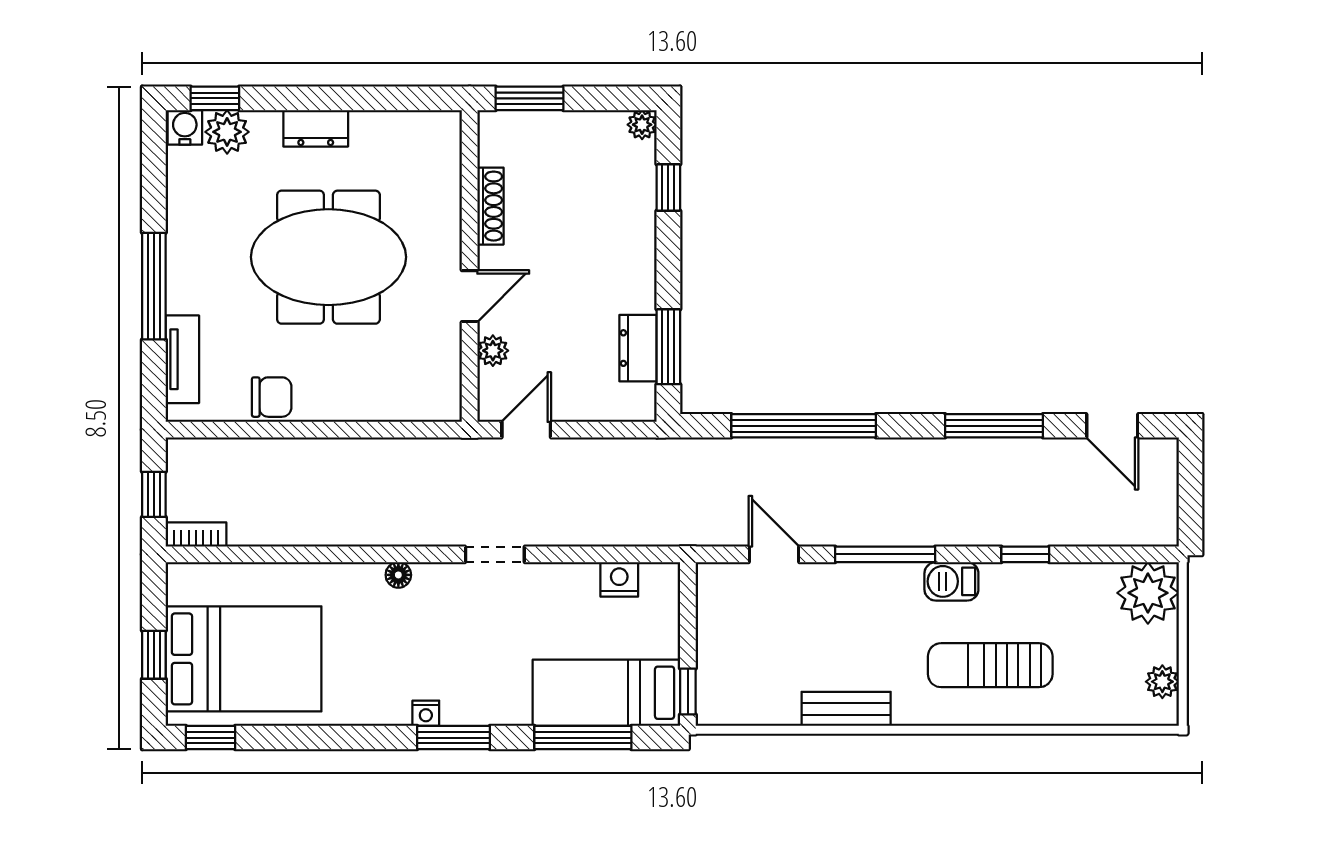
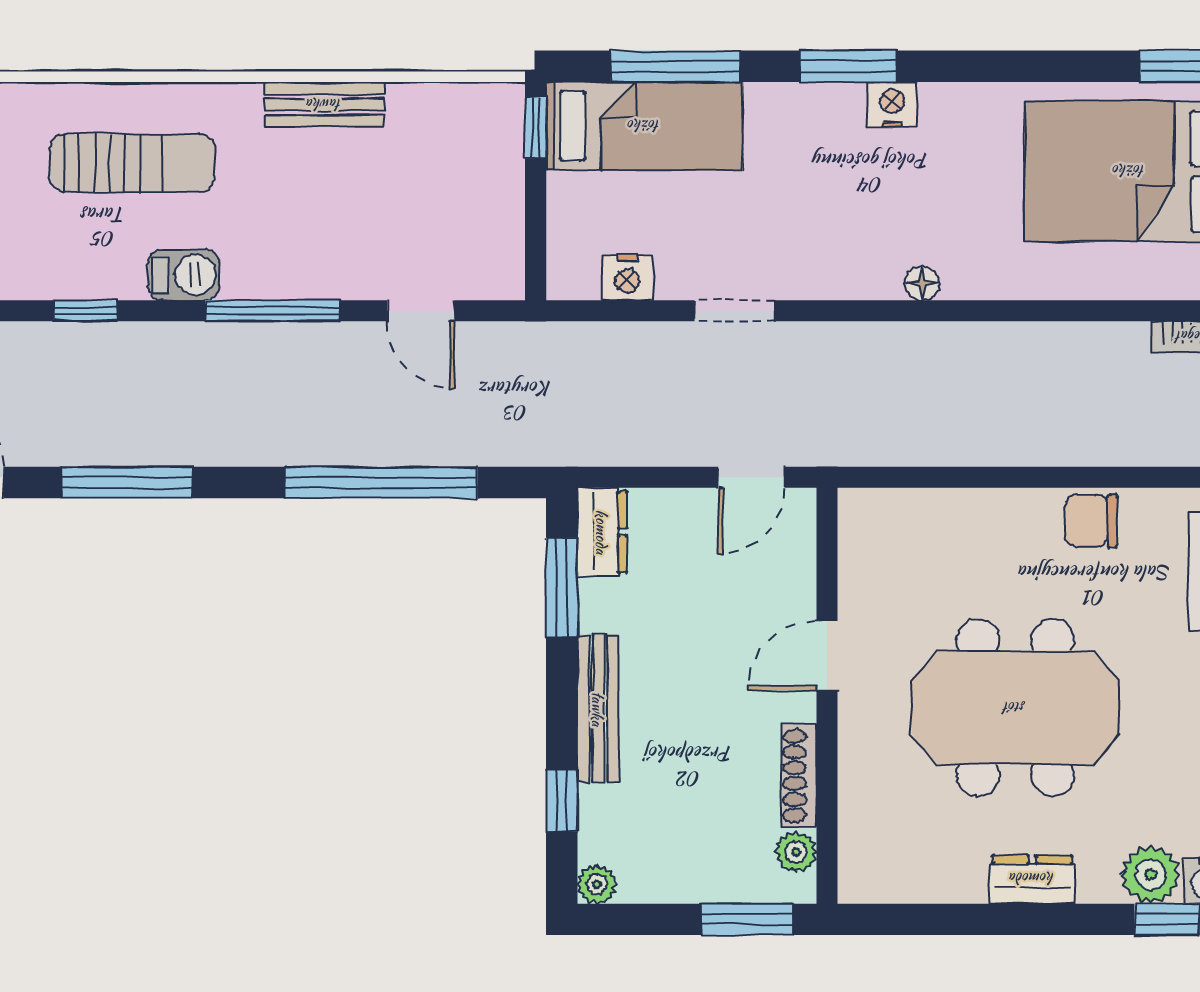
bench: (641, 256) -> (598, 709), added
dresser: (638, 348) -> (602, 532), moved
plant: (493, 351) -> (796, 852), moved
doorway: (495, 554) -> (734, 311), moved
nightstand: (426, 713) -> (892, 105), width x1.39, depth x1.35

